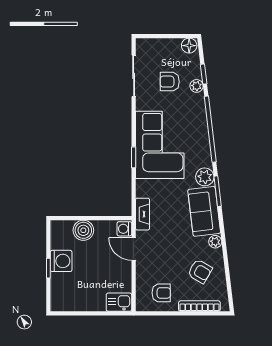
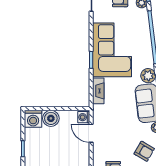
fireplace: (142, 214) -> (98, 91), moved
washing machine: (61, 261) -> (33, 119), moved, turned 90

